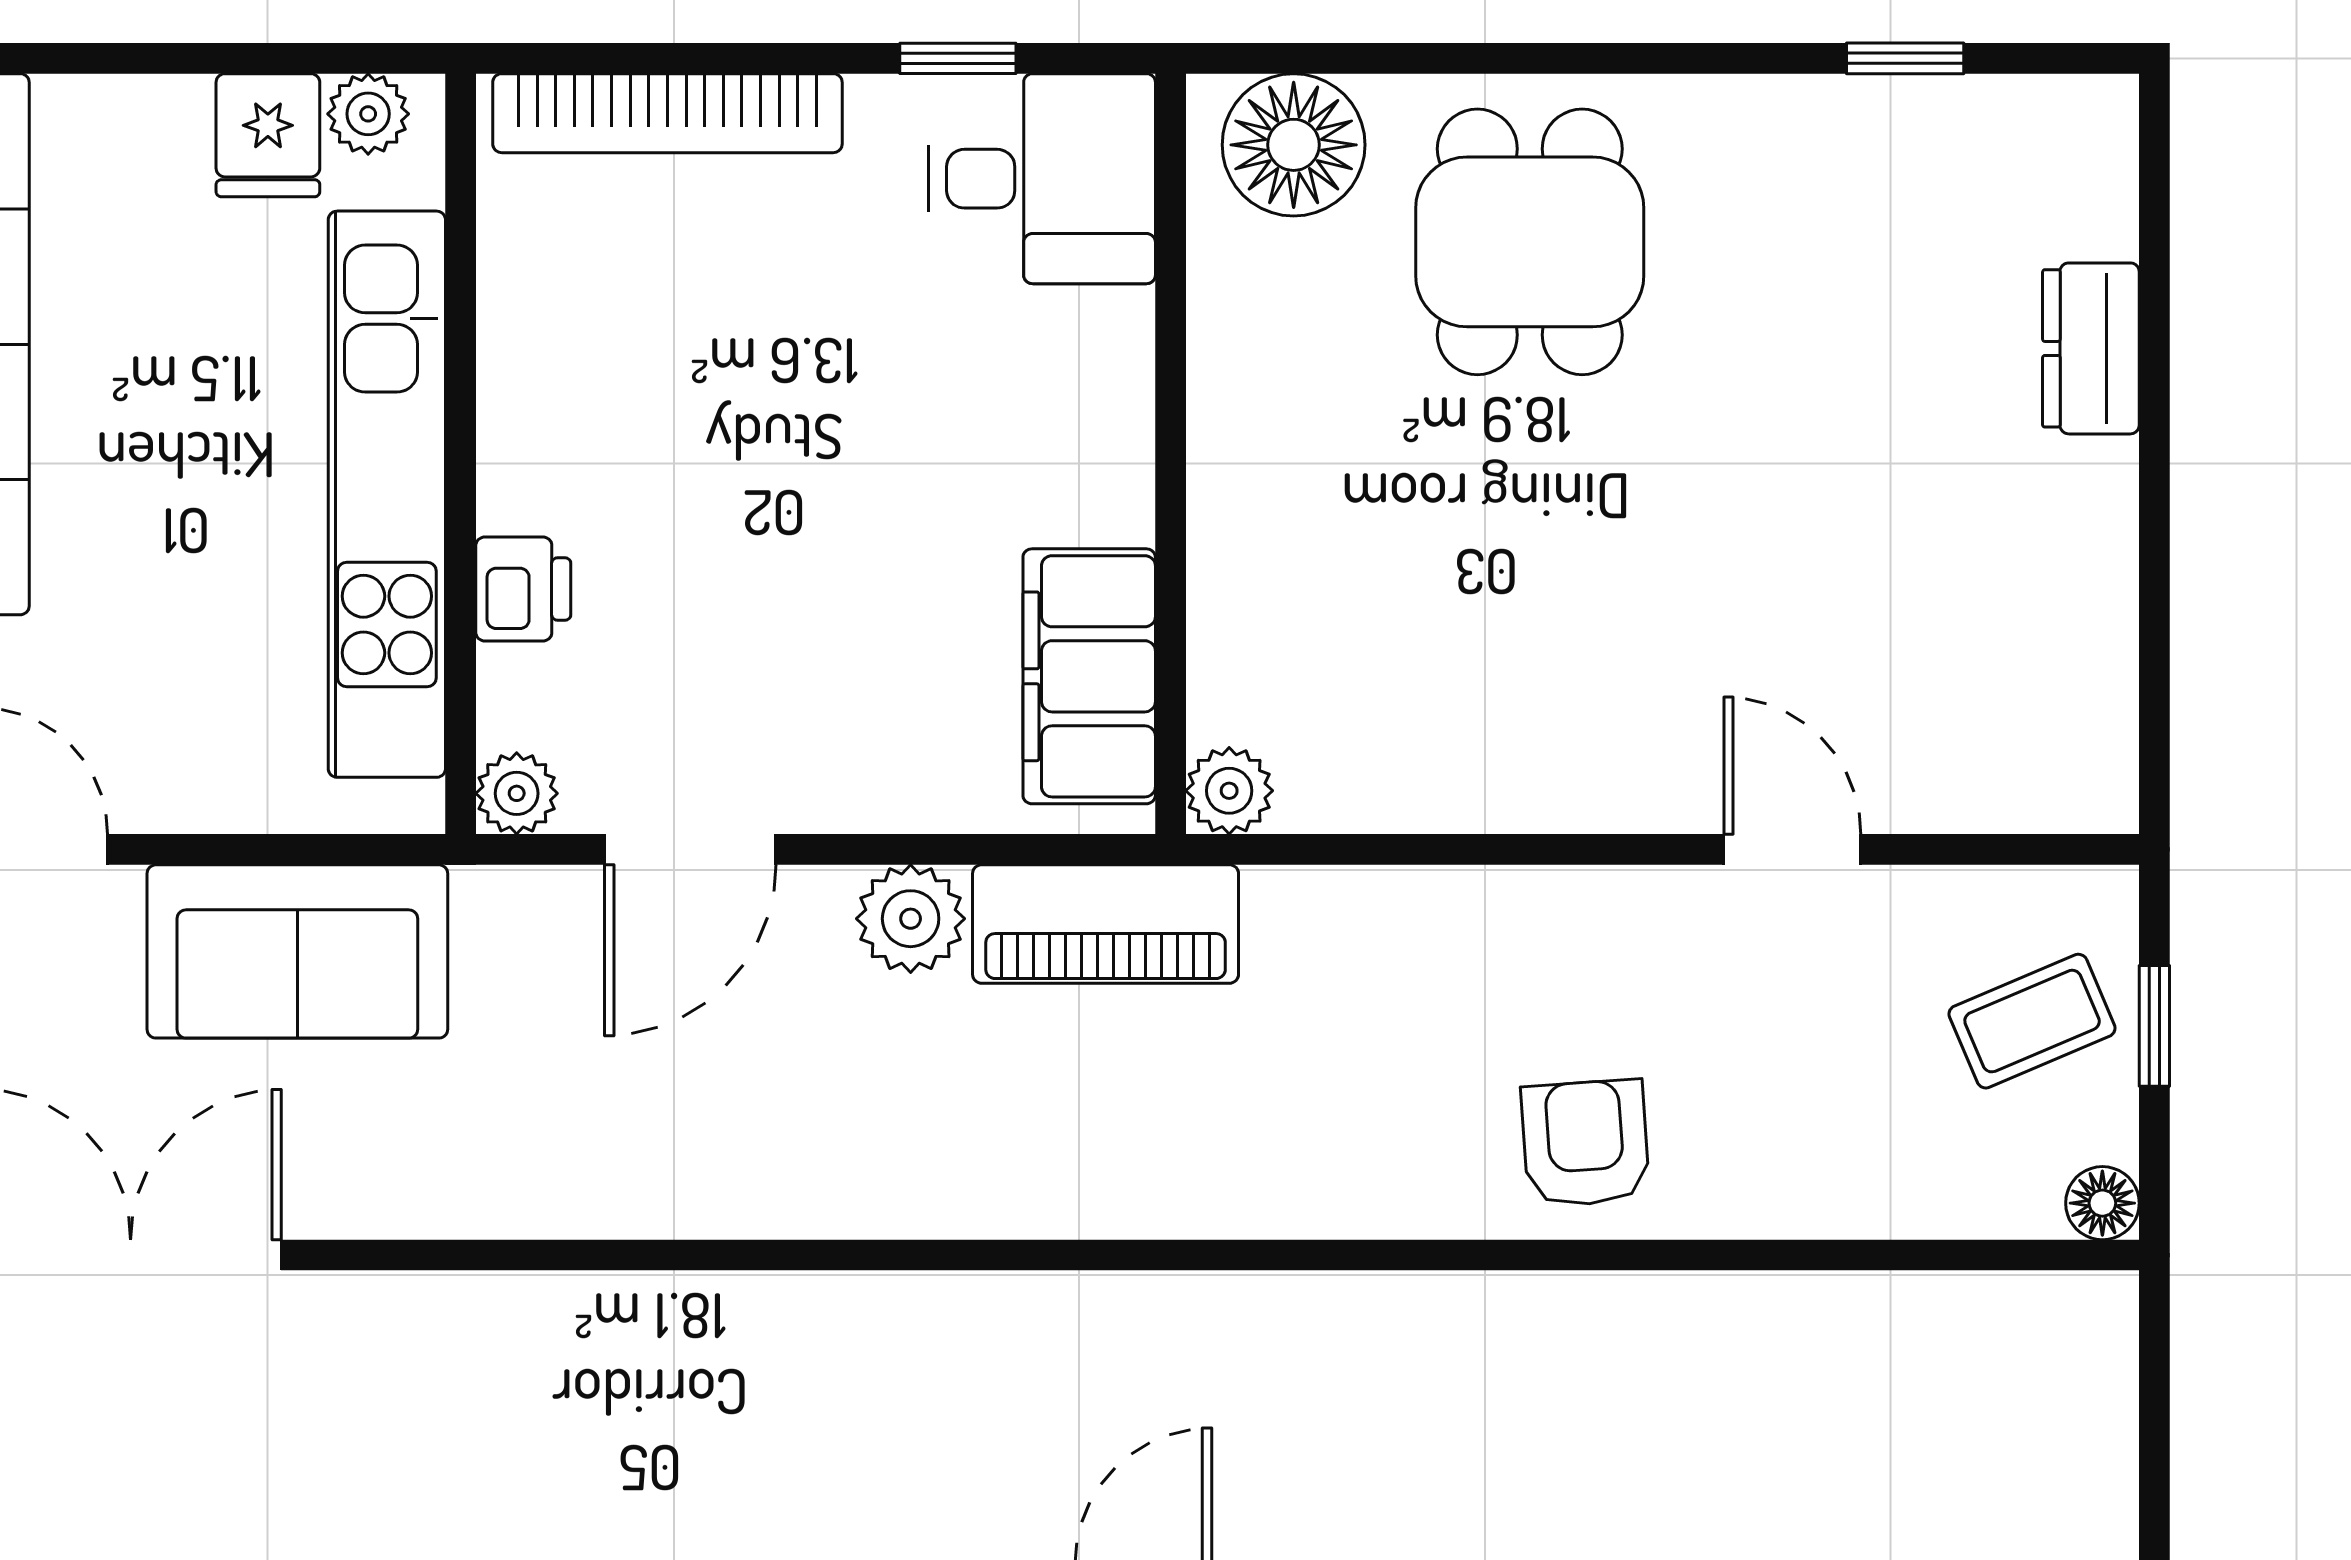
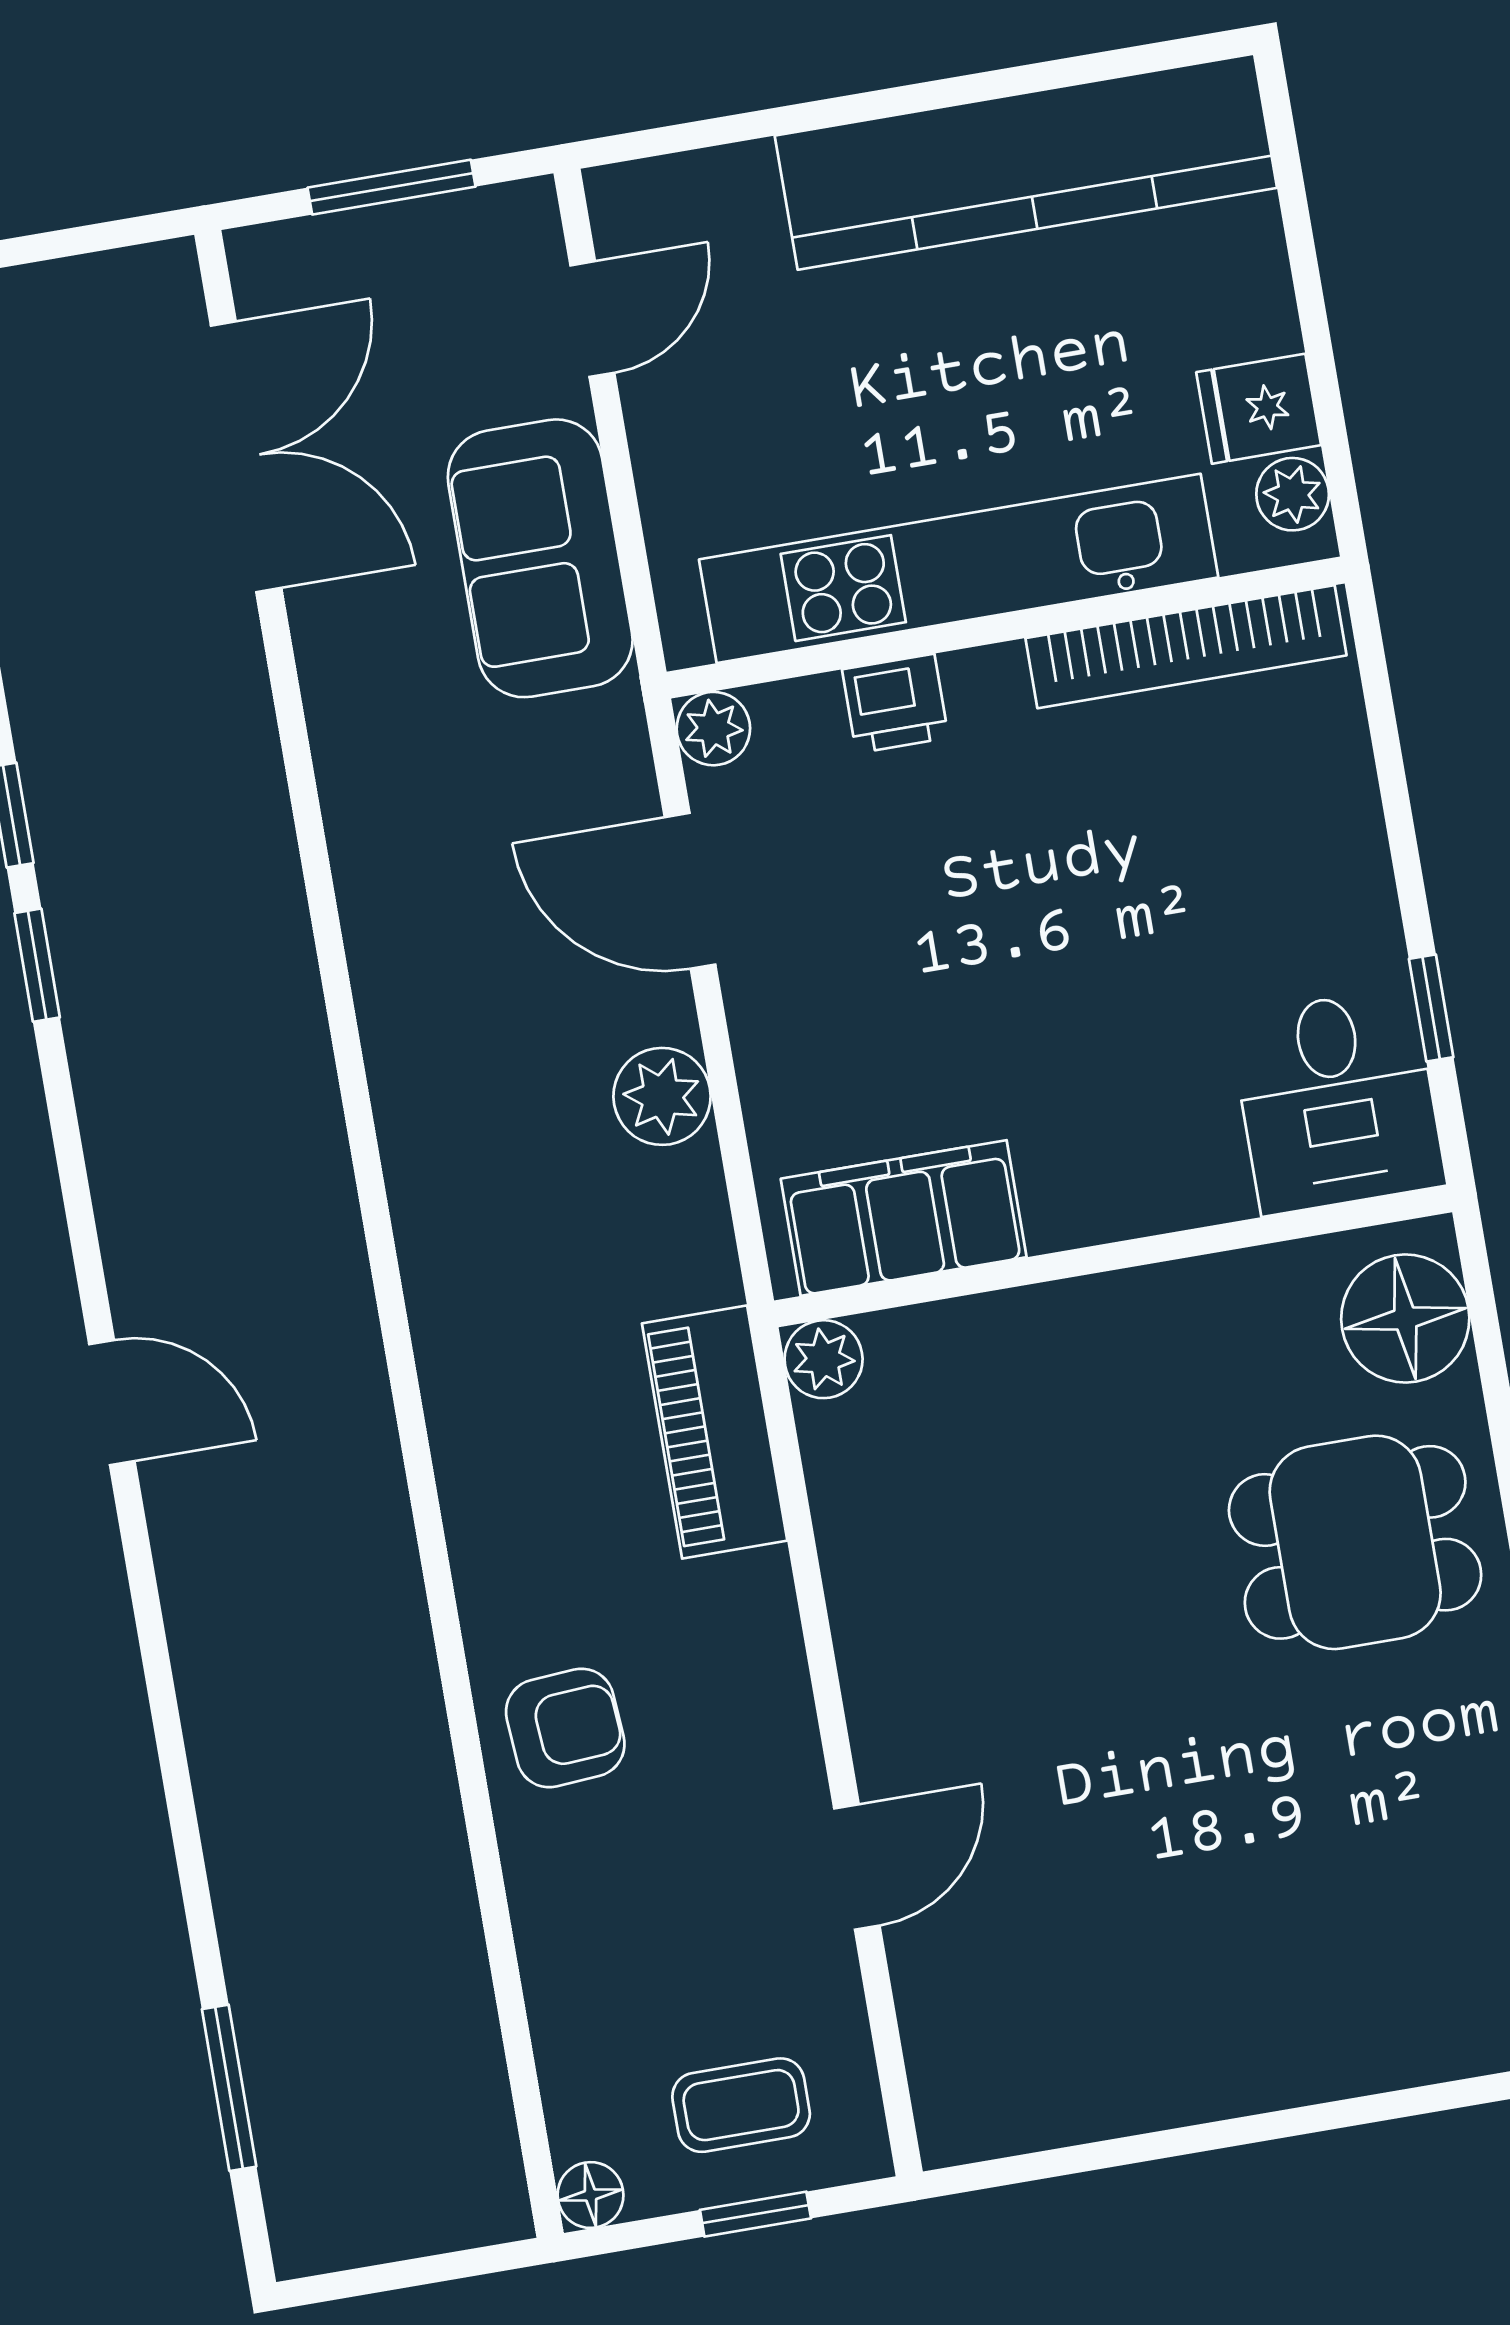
bookcase: (667, 113) -> (1186, 647), moved, turned -90
dresser: (2091, 348) -> (1346, 2055), removed
piano: (1106, 924) -> (715, 1432), moved
coffee table: (2032, 1021) -> (741, 2105), turned -67

